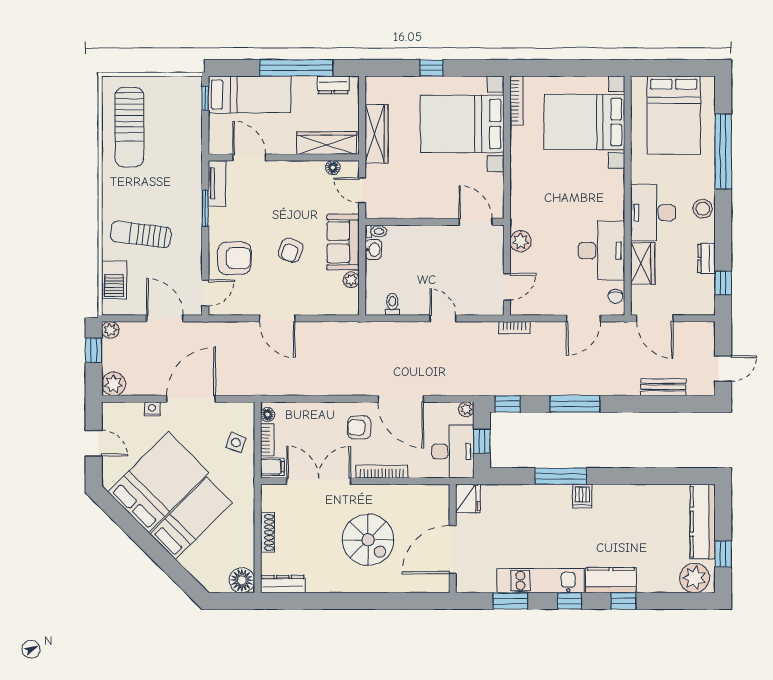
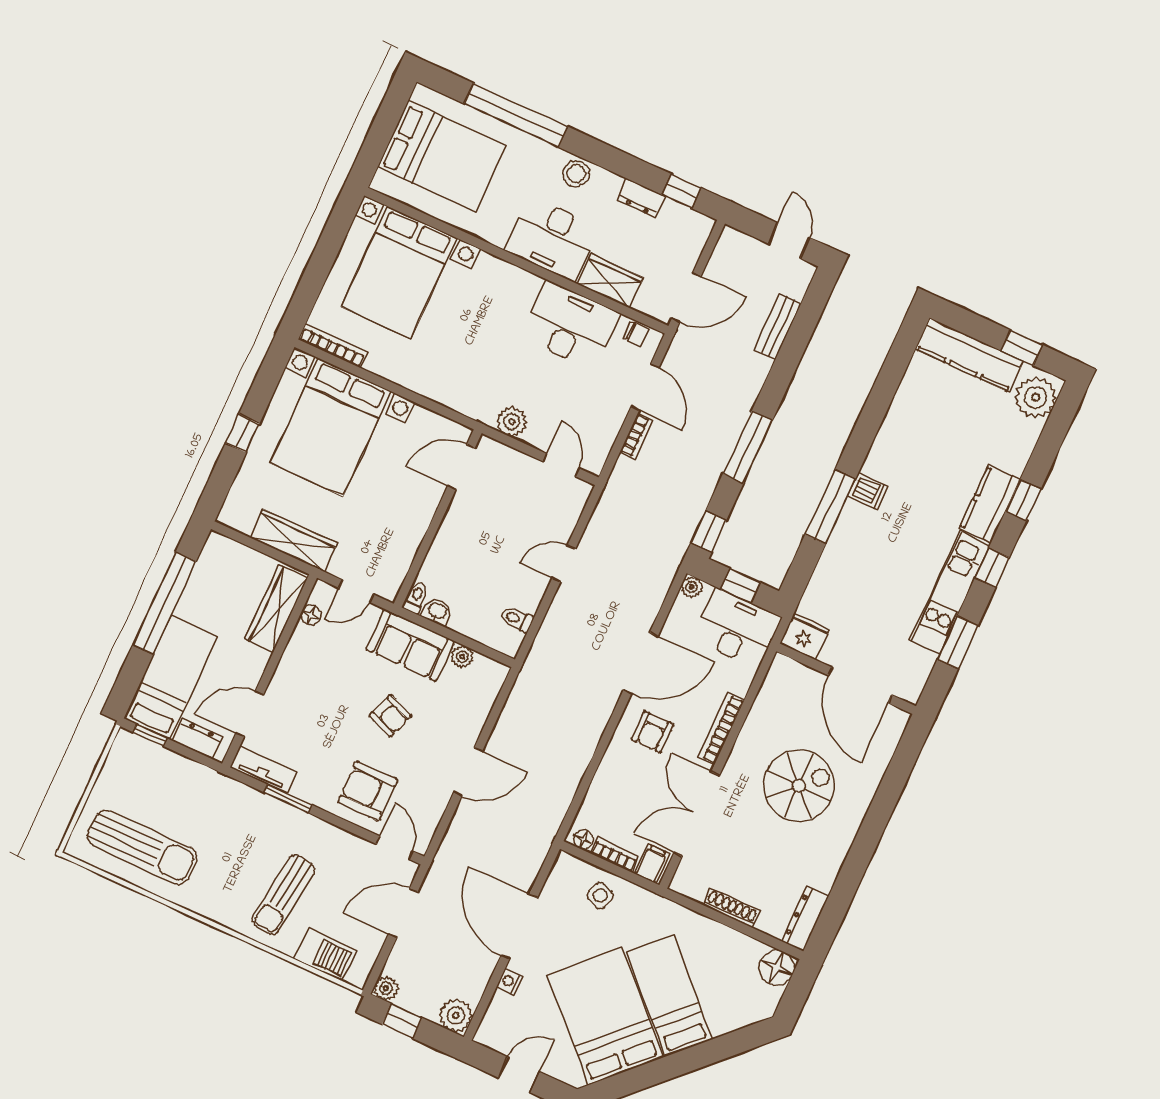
dresser: (333, 85) -> (197, 739), moved, turned -90
armchair: (234, 258) -> (368, 791), turned -90
bookcase: (514, 328) -> (636, 436), moved

